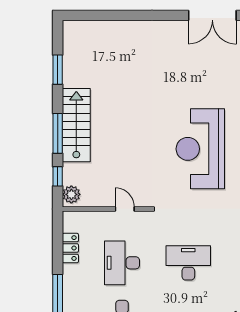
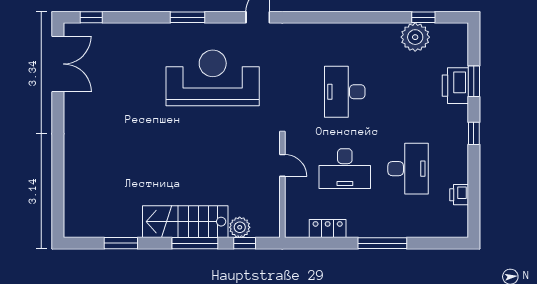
reception desk: (200, 149) -> (213, 78), turned 180
plant: (71, 194) -> (240, 227), moved
door: (125, 209) -> (282, 165), swing flipped

